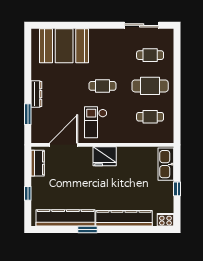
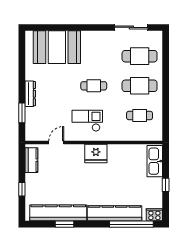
cafe table: (150, 55) -> (140, 56), width x1.37, depth x1.35
checkout: (96, 122) -> (87, 121), turned 90
door: (63, 145) -> (56, 143), width x0.53
window: (87, 230) -> (64, 224), moved
window: (142, 230) -> (131, 224), added

